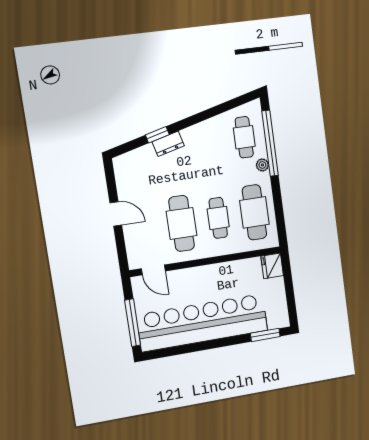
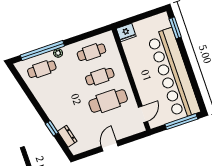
dresser: (168, 144) -> (67, 136), moved
cafe table: (254, 212) -> (91, 52), width x0.73, depth x0.74

